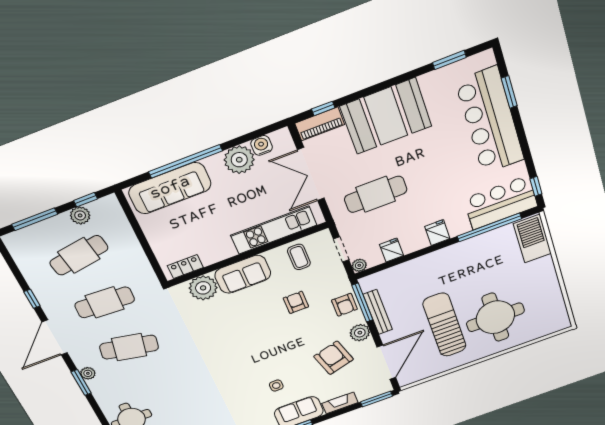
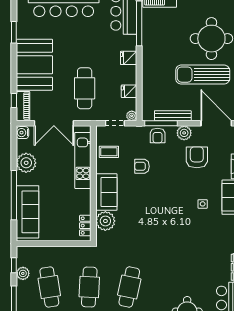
window: (449, 60) -> (14, 32), moved
water cooler: (262, 145) -> (22, 133), moved
armchair: (344, 305) -> (158, 136), turned 90
armchair: (334, 358) -> (197, 157), turned 106

